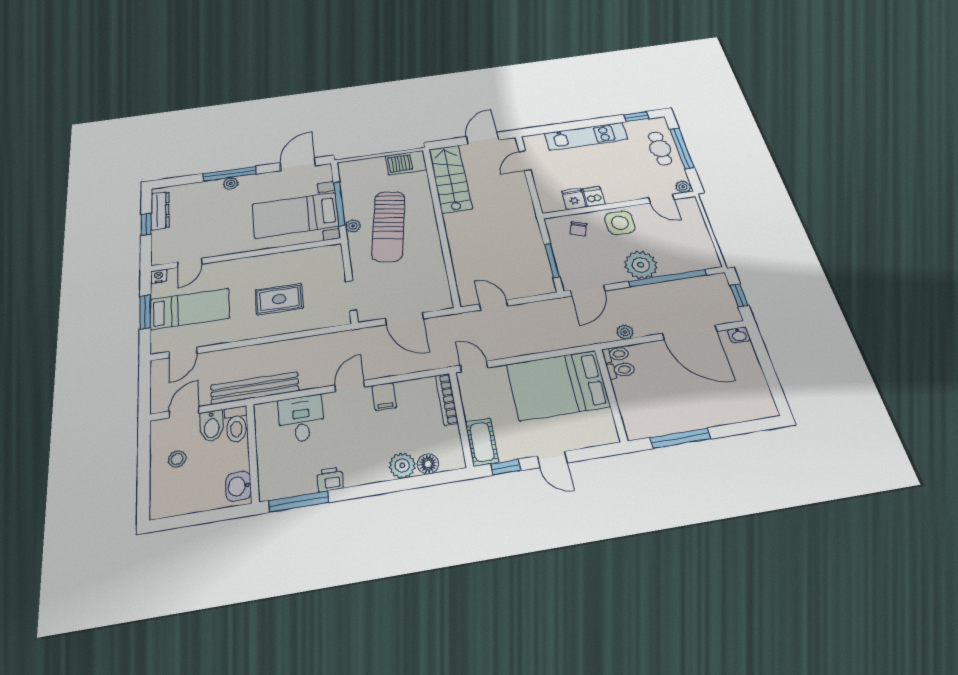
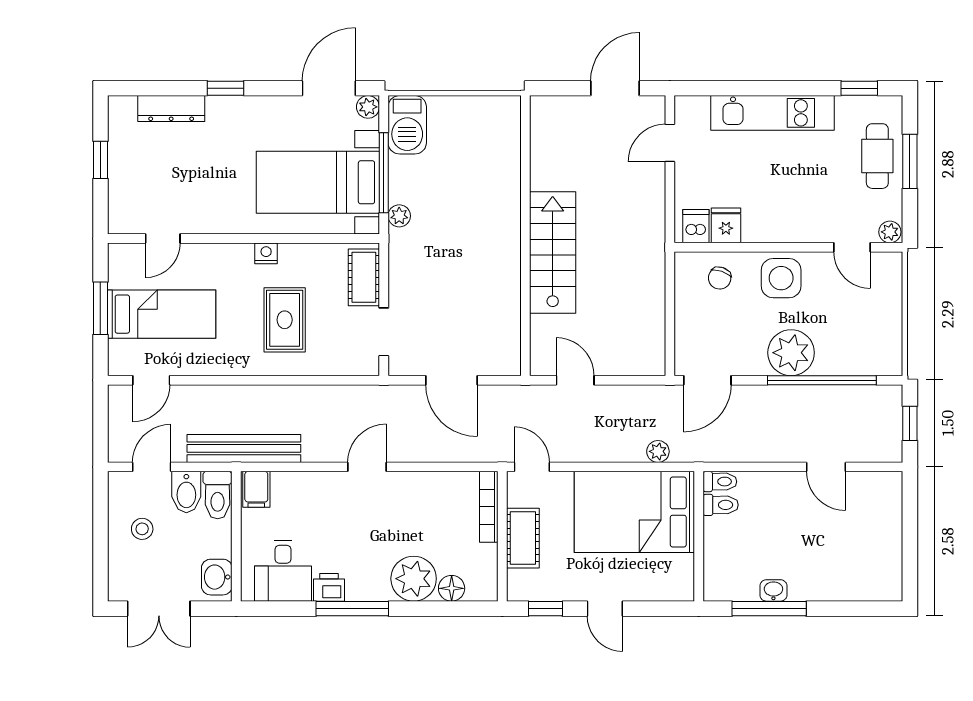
window: (682, 148) -> (910, 161), width x0.69
barbecue: (406, 163) -> (407, 125), moved, turned -90
window: (230, 174) -> (225, 88), width x0.46
stairs: (450, 179) -> (553, 253), moved
plant: (231, 183) -> (368, 107), moved
dishwasher: (594, 197) -> (696, 226), moved
dresser: (160, 211) -> (171, 109), moved, turned 90
sun lounger: (389, 226) -> (450, 225), removed
window: (552, 260) -> (670, 324), removed
cot: (333, 265) -> (364, 277), added
nightstand: (159, 276) -> (266, 253), moved
rug: (279, 299) -> (285, 320), turned 90
plant: (625, 332) -> (658, 451), moved
door: (690, 332) -> (826, 467), width x0.53
washbasin: (739, 335) -> (773, 590), moved, turned 180
filing cabinet: (384, 397) -> (256, 489), moved
desk: (301, 419) -> (283, 571), moved, turned 180
cot: (482, 442) -> (523, 538), moved
plant: (402, 465) -> (414, 579), width x1.36, depth x1.36
window: (299, 502) -> (352, 609), moved
double door: (192, 519) -> (159, 609), added

